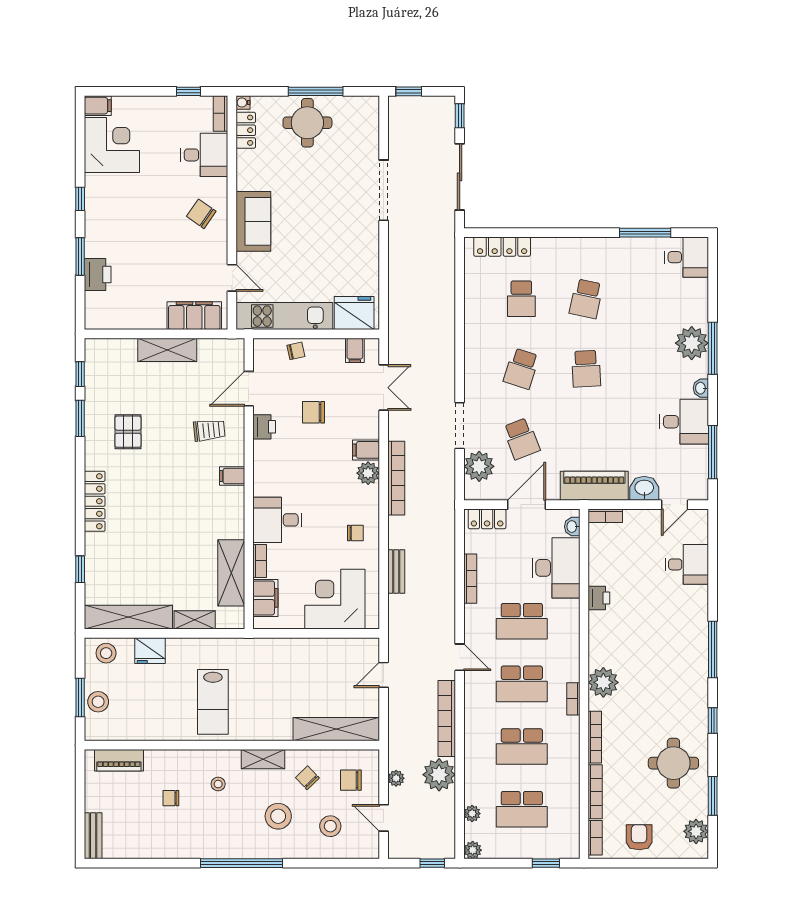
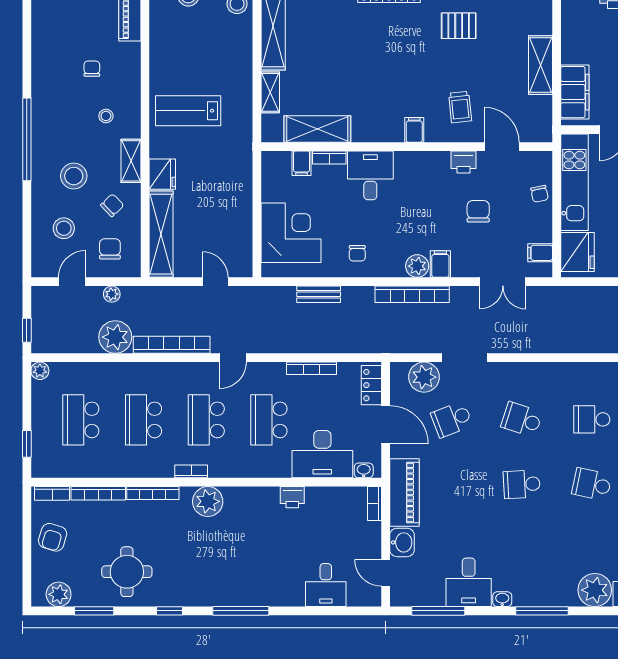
plant: (692, 343) -> (595, 590), moved
filing cabinet: (265, 598) -> (302, 163), width x0.50
fridge: (150, 651) -> (162, 174), moved, turned 180
plant: (472, 814) -> (76, 370), removed
armchair: (639, 837) -> (53, 537), turned 107

